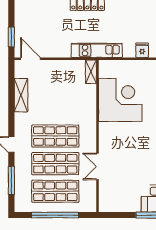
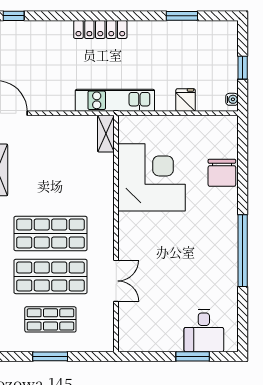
double door: (97, 166) -> (116, 281), swing flipped
shop shelf: (55, 191) -> (50, 319), width x0.70, depth x0.74
window: (55, 215) -> (50, 356), width x0.47

